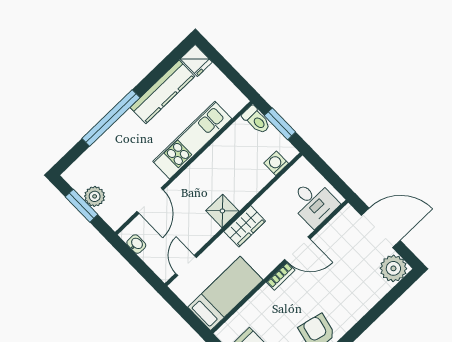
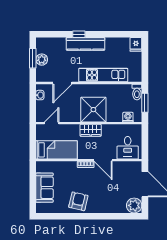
kitchen counter: (162, 92) -> (85, 44), moved
window: (111, 118) -> (79, 34), width x0.32
shower: (222, 211) -> (93, 110), width x1.86, depth x1.86

